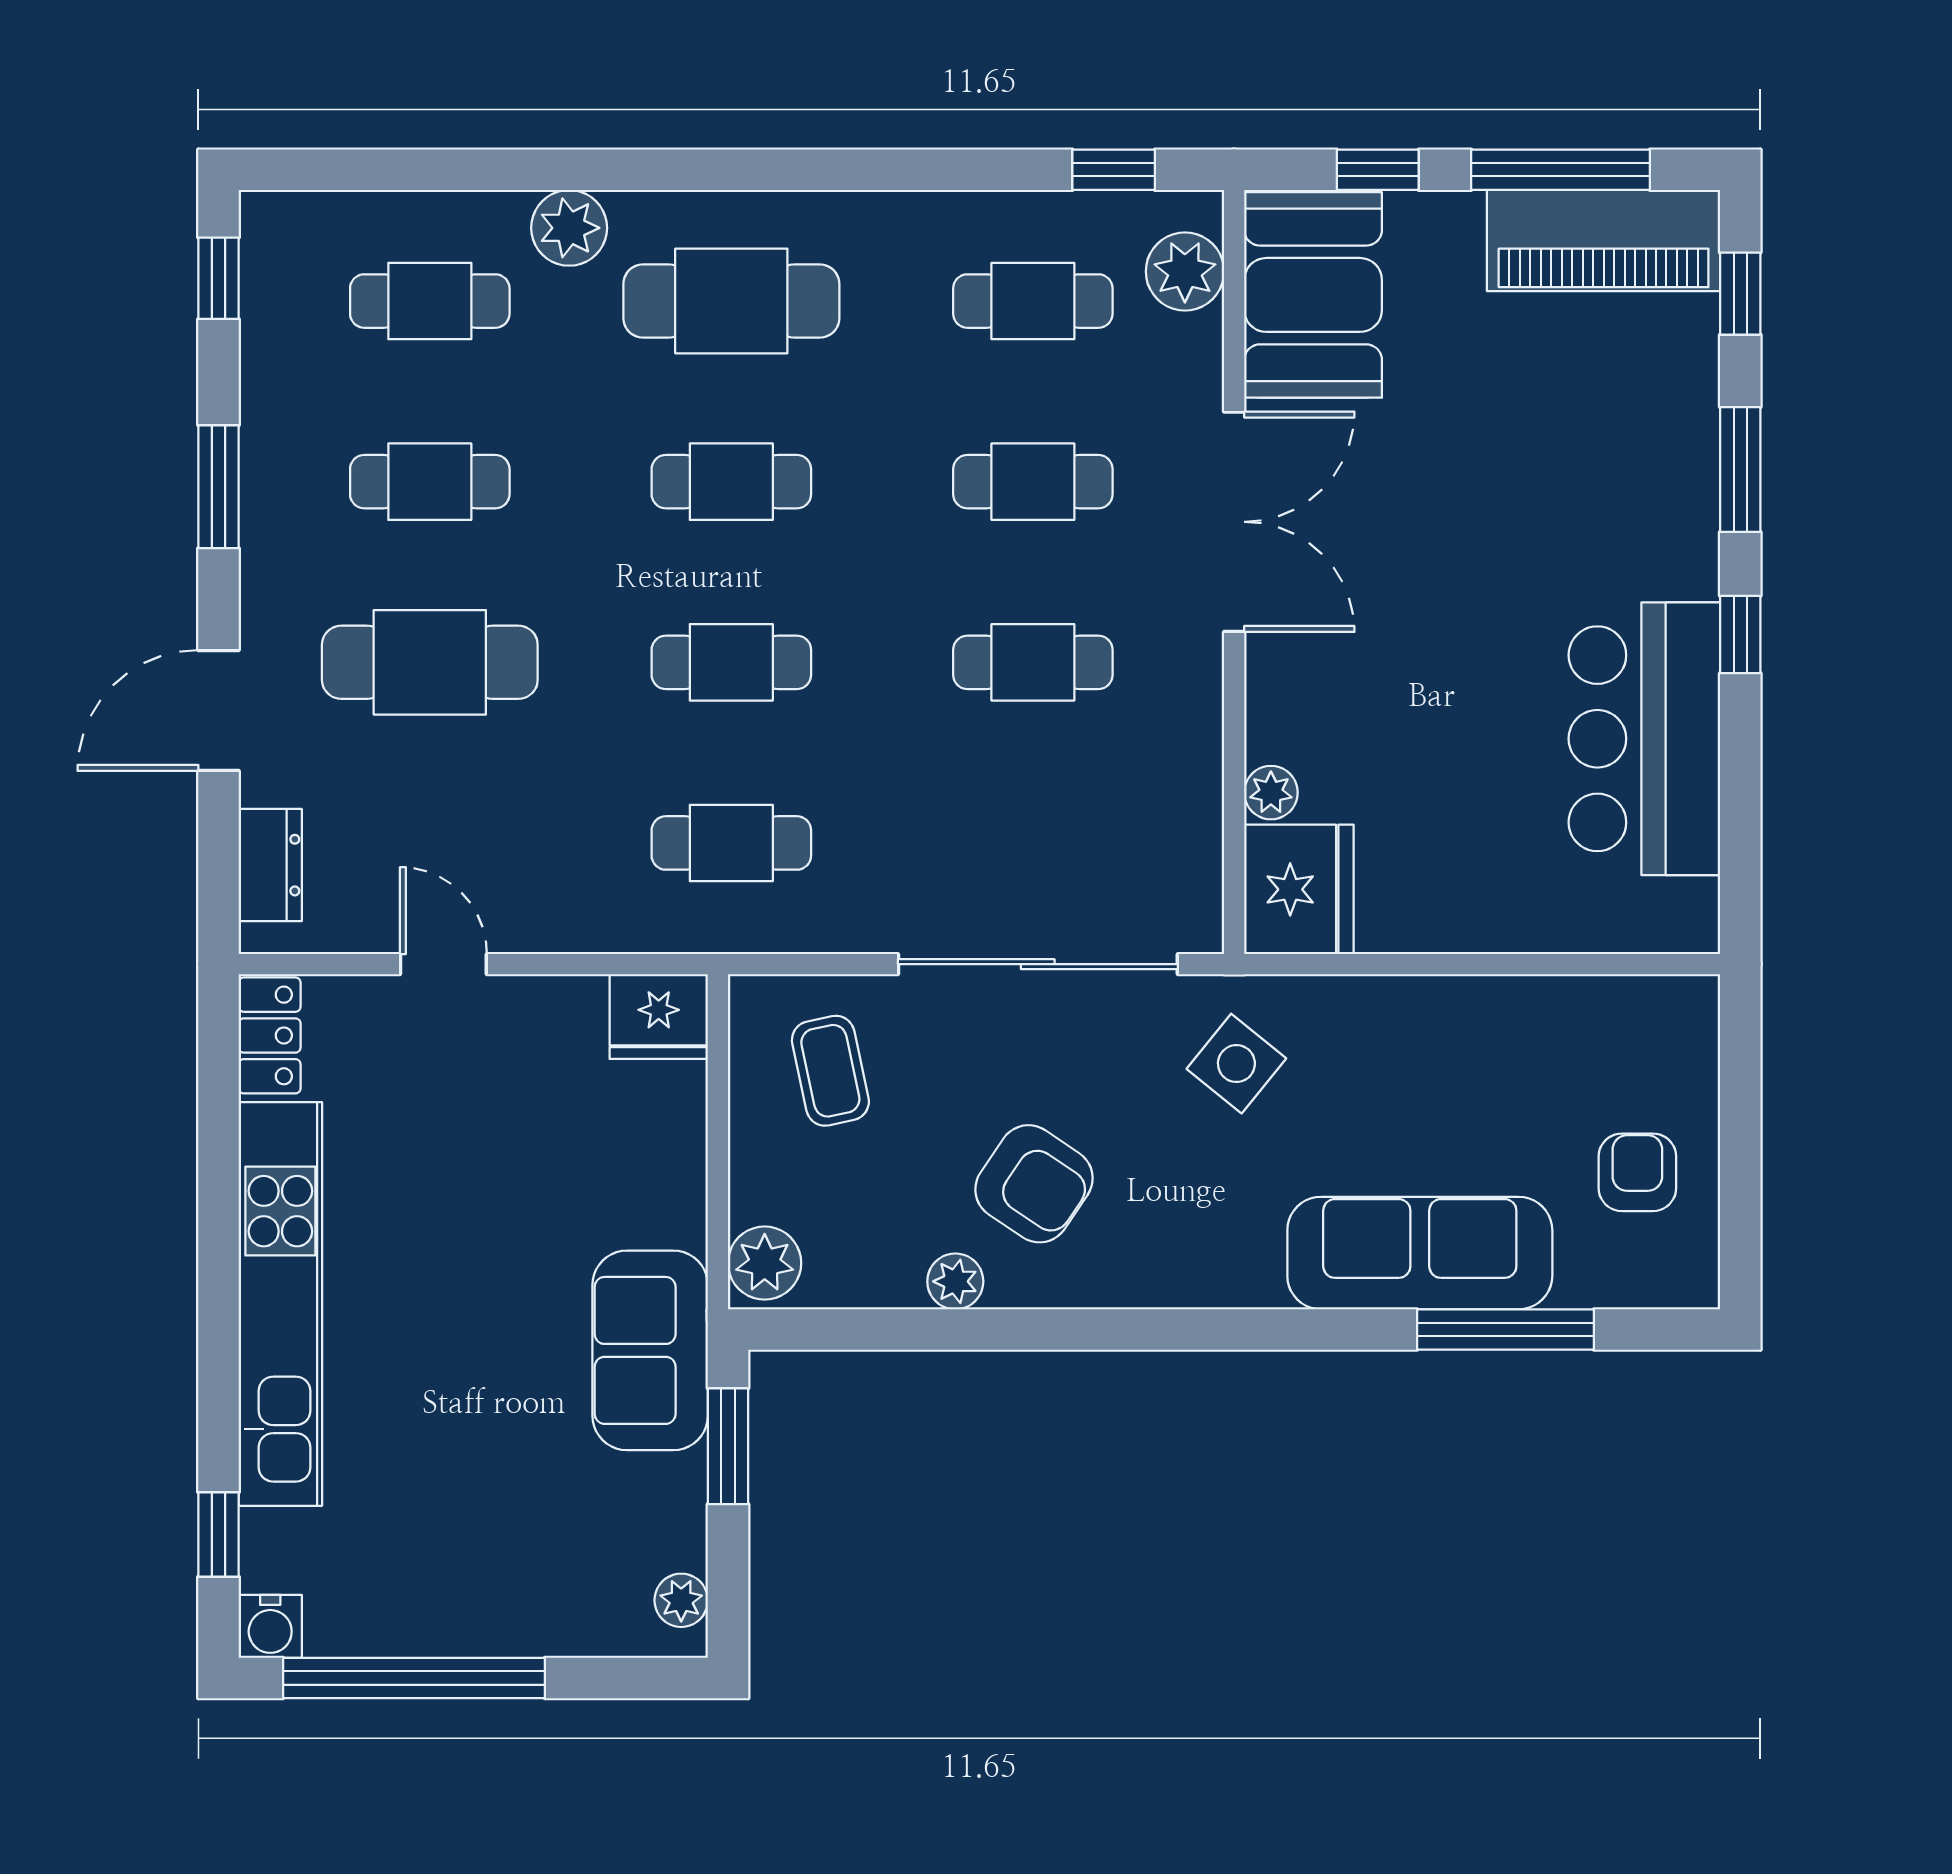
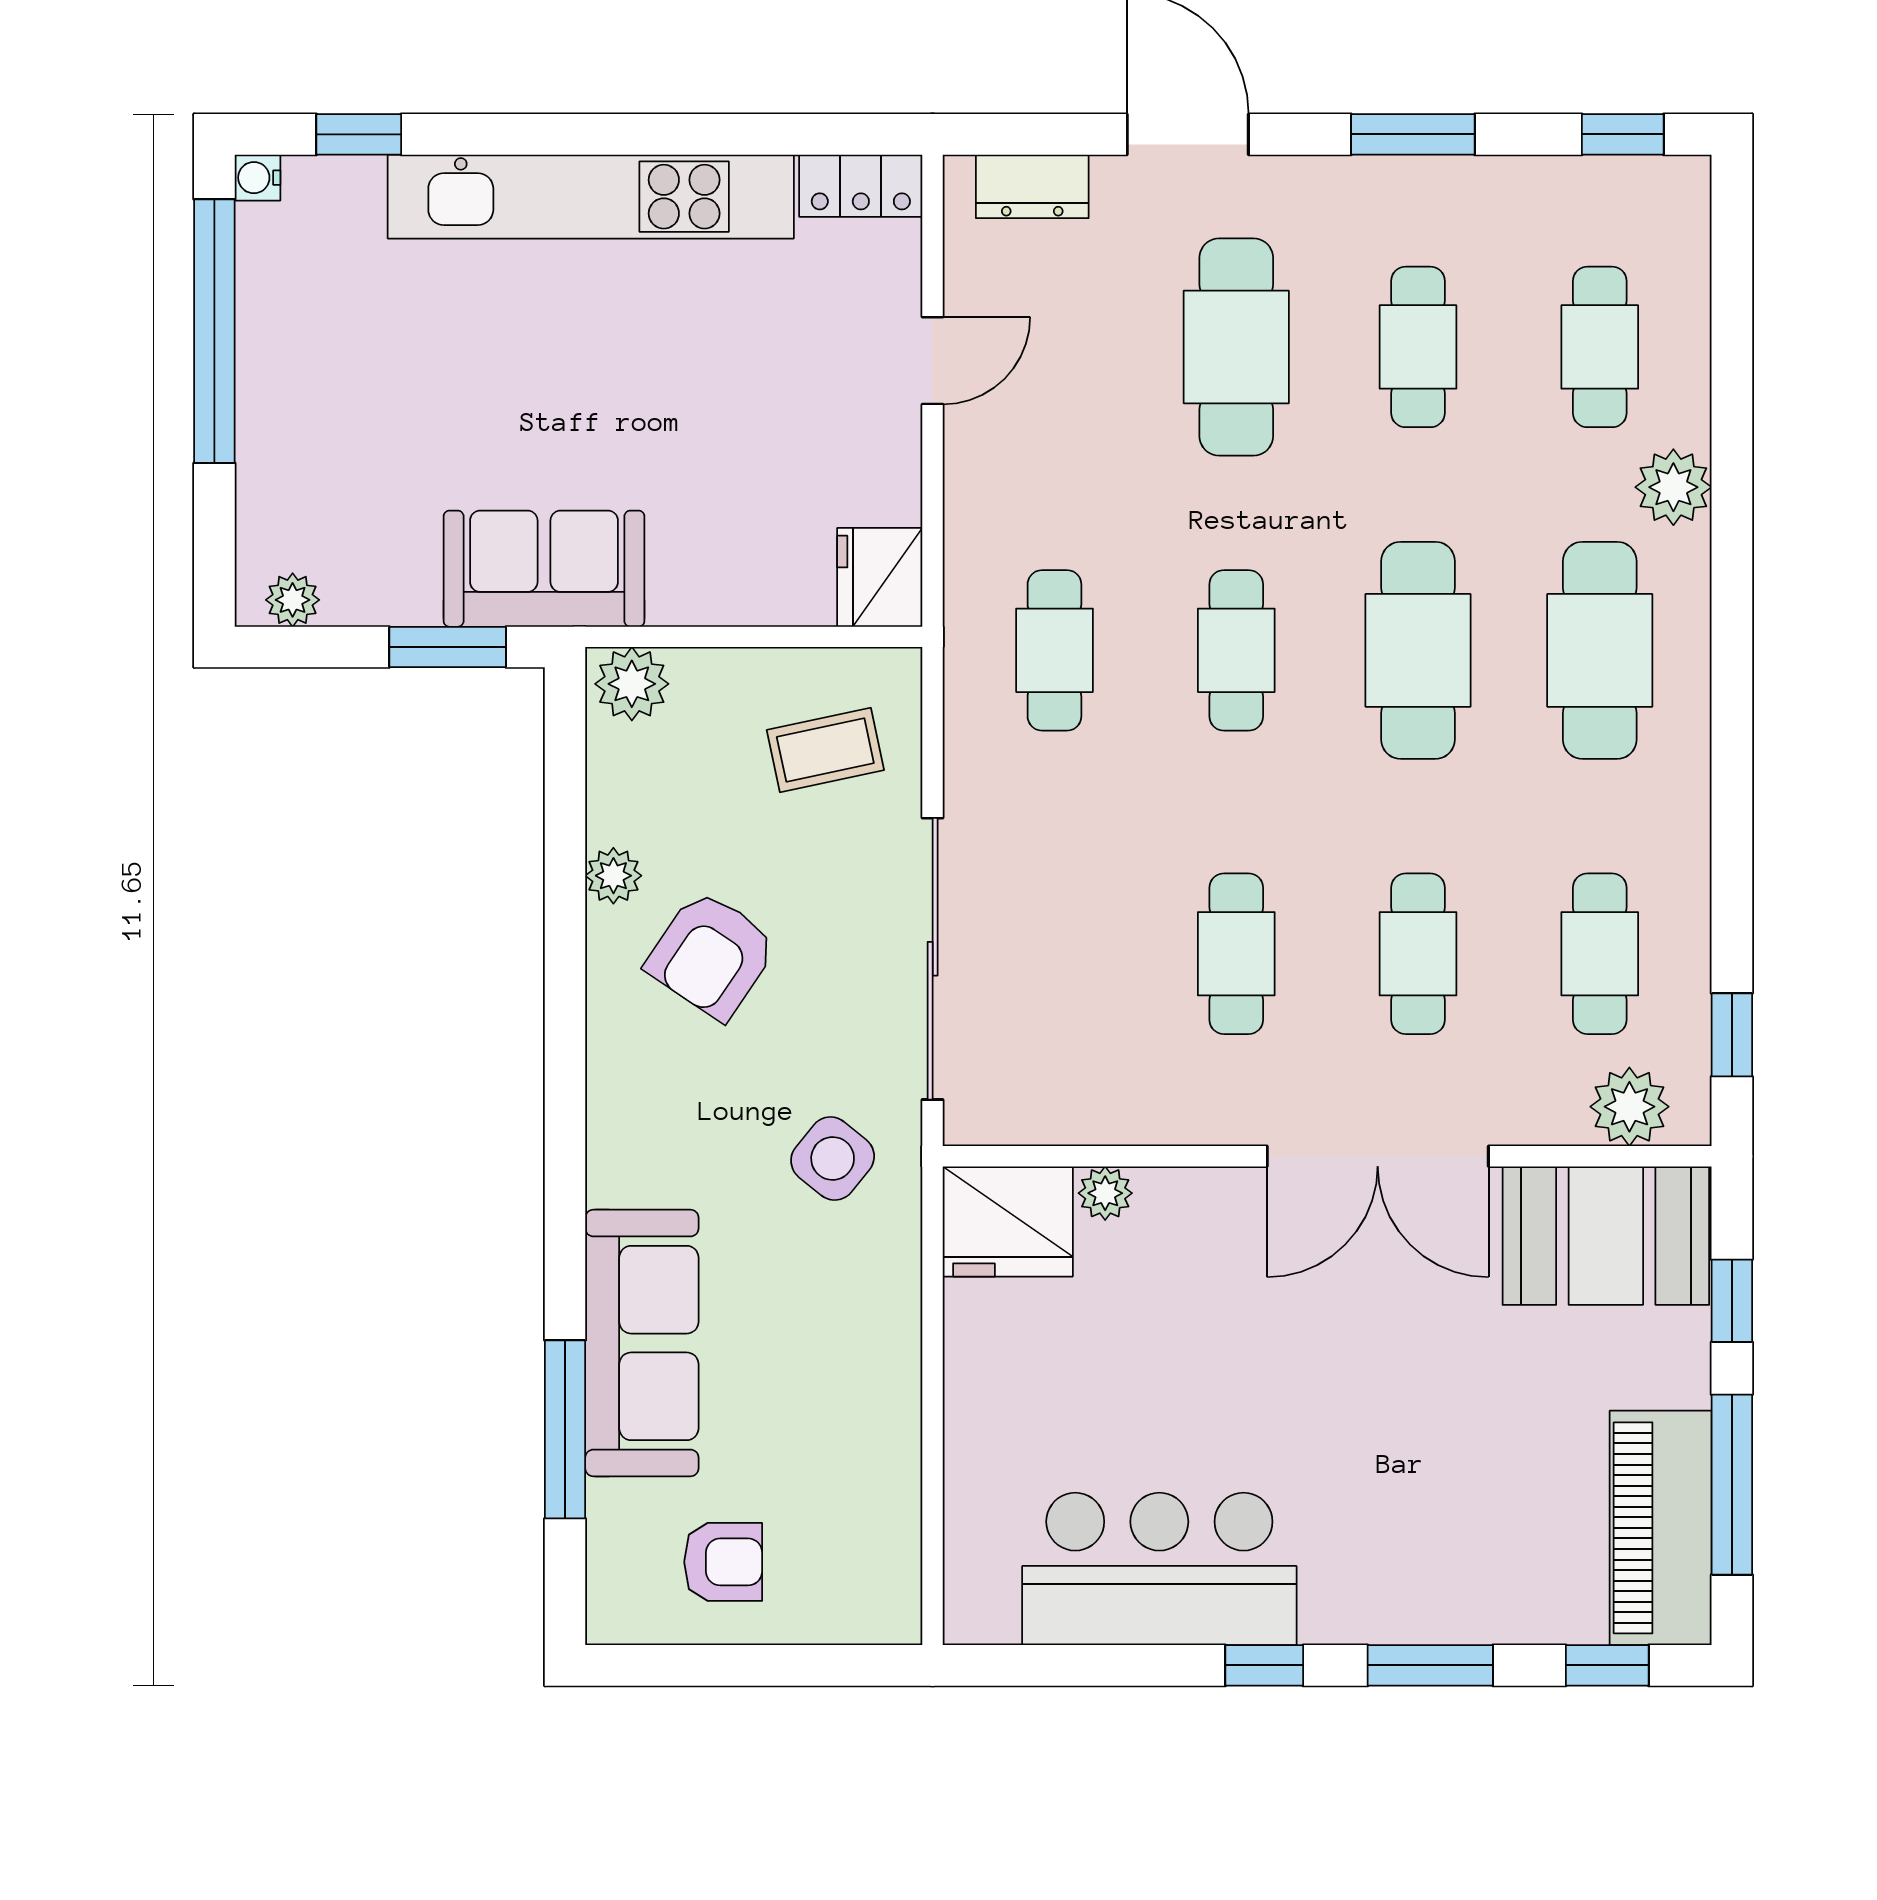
cafe table: (731, 482) -> (1418, 650), width x1.37, depth x1.35
water cooler: (270, 1626) -> (258, 178), width x0.72, depth x0.72

